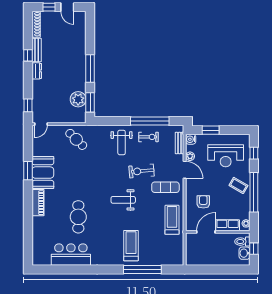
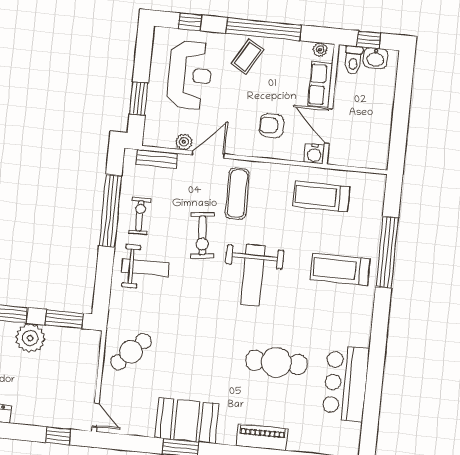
plant: (78, 99) -> (30, 338), moved
water cooler: (191, 139) -> (314, 154), moved
weight bench: (123, 200) -> (253, 275), width x1.36, depth x1.33
piano: (38, 203) -> (262, 437), moved
treadmill: (172, 220) -> (321, 197), moved

